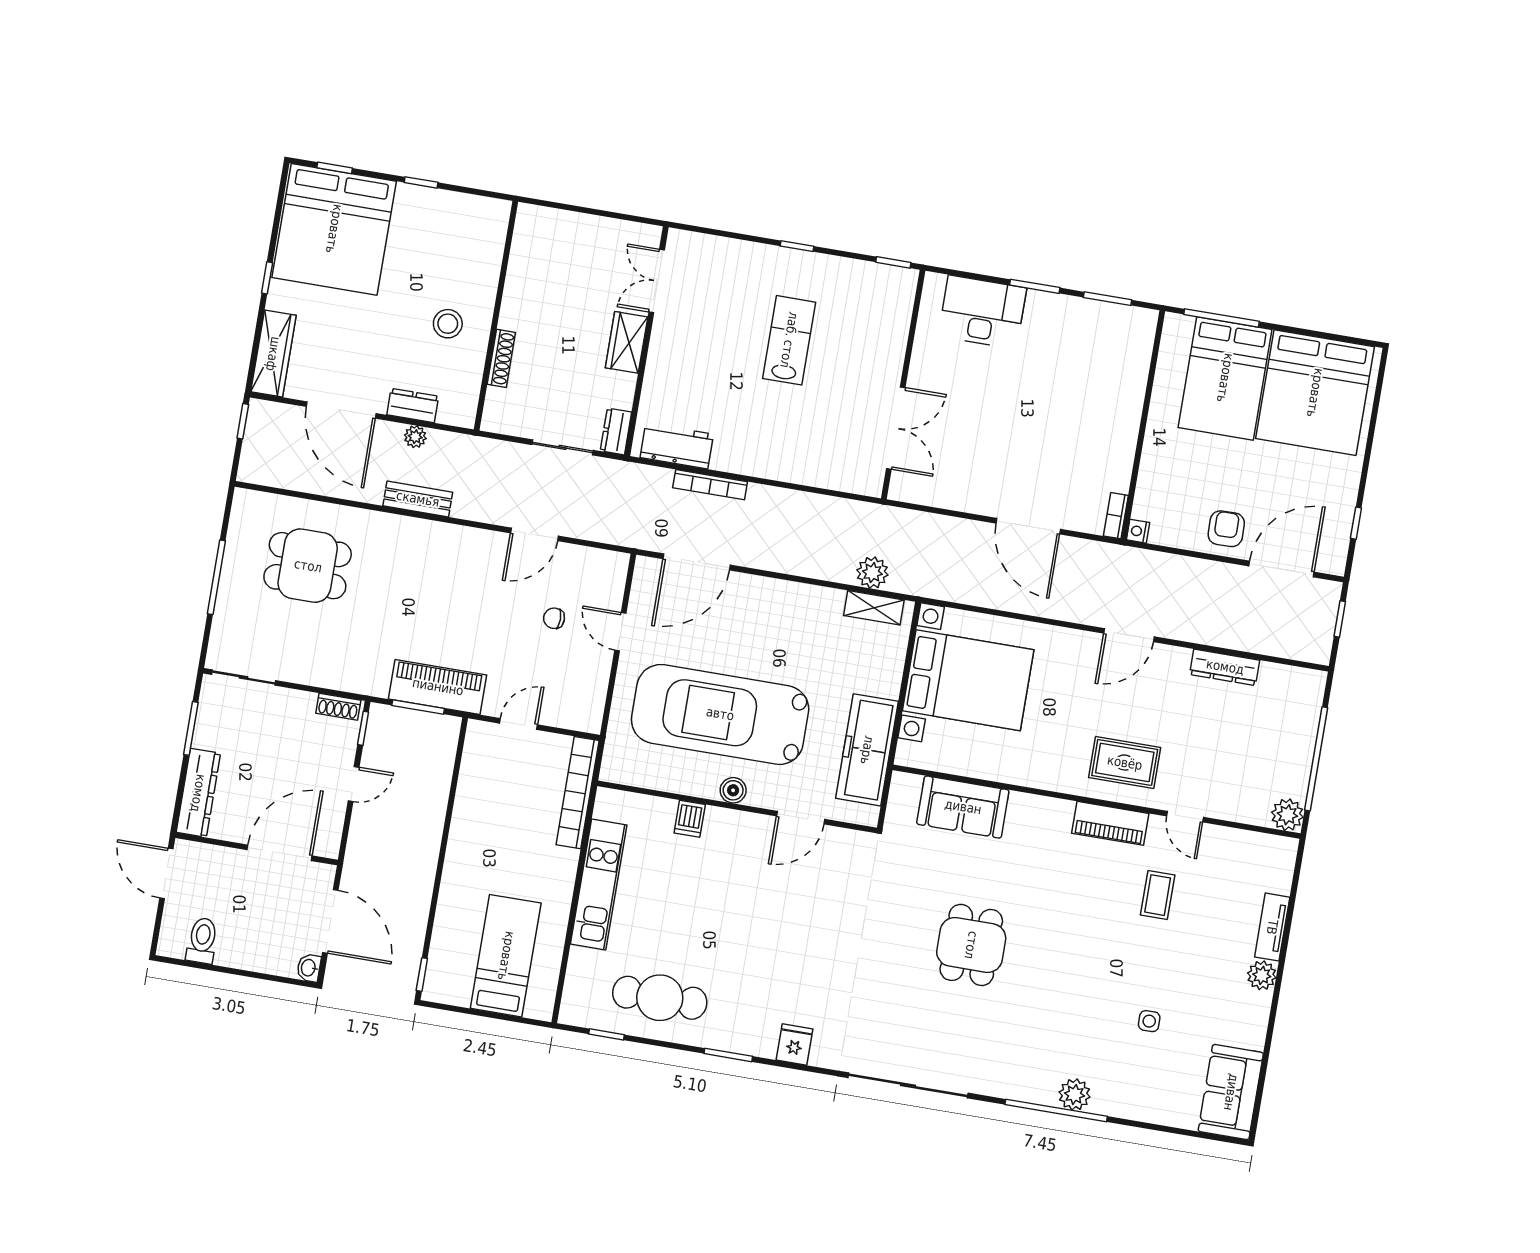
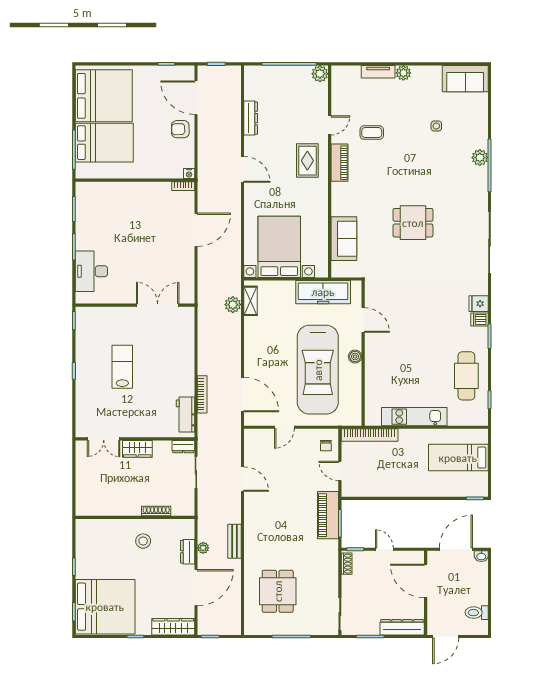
lab bench: (789, 340) -> (122, 367), turned 90
chair: (554, 618) -> (326, 446), moved
dishwasher: (690, 819) -> (479, 319), moved, turned 180

